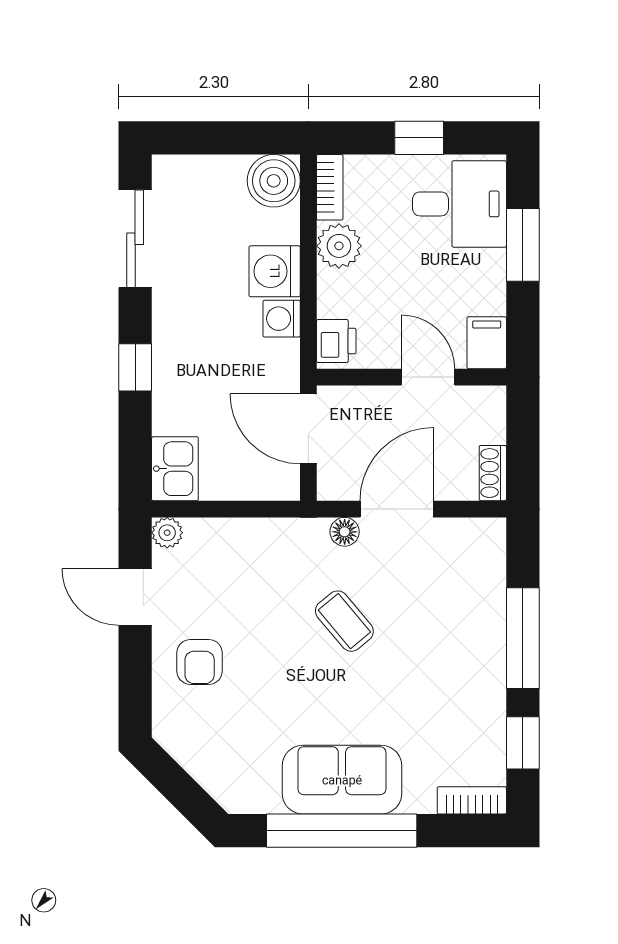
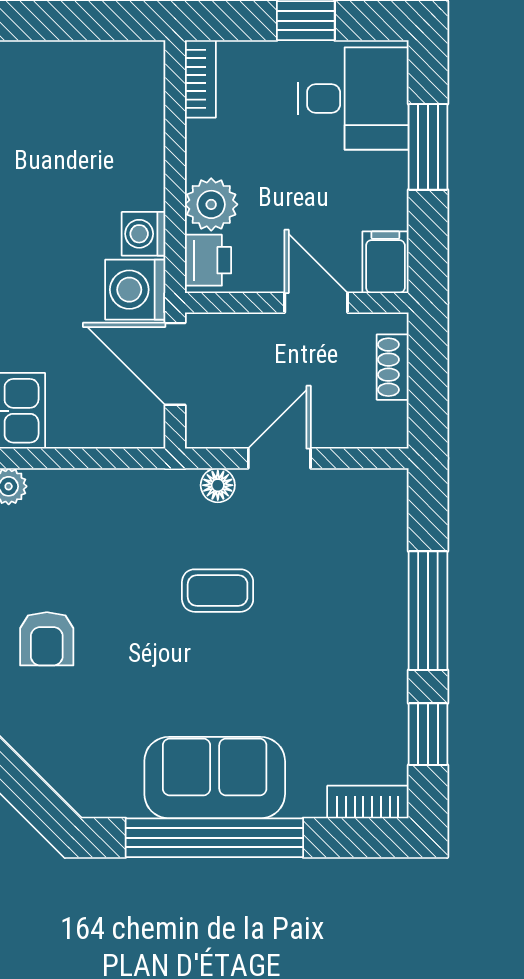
boiler: (274, 181) -> (134, 71), removed
plant: (339, 246) -> (211, 204), moved
washing machine: (275, 271) -> (135, 290), moved
shoe rack: (493, 473) -> (393, 367), moved
door: (397, 509) -> (279, 458), width x0.73
coffee table: (344, 621) -> (218, 591), turned -50

